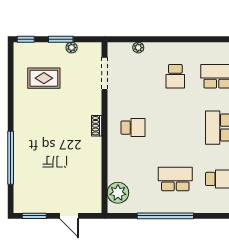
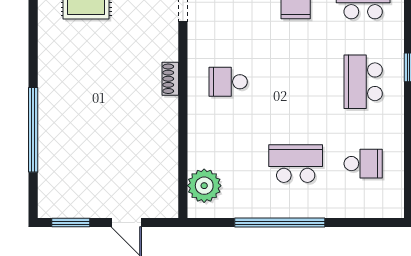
school desk: (133, 128) -> (228, 82), turned 180

